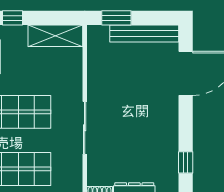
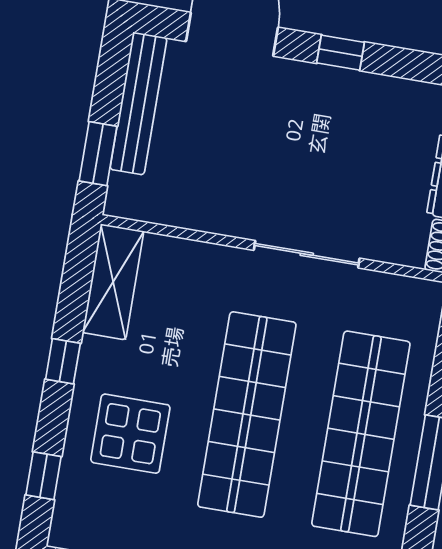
window: (186, 162) -> (341, 53), moved

